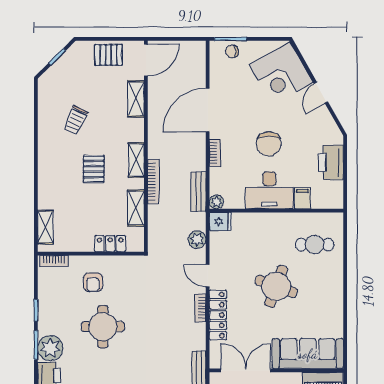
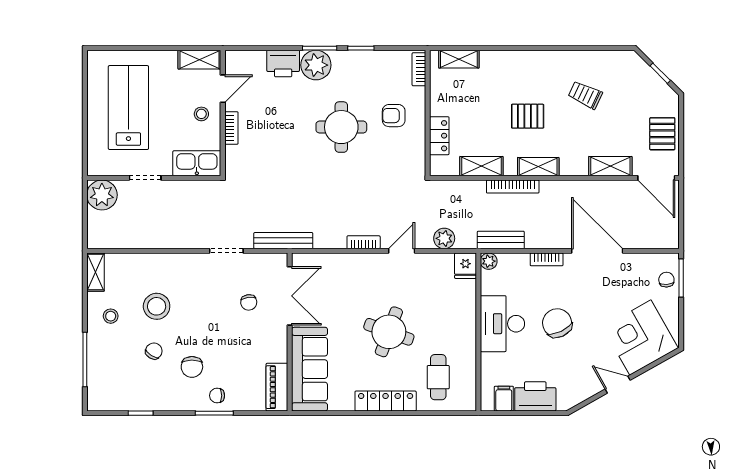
chair: (269, 144) -> (557, 323), turned 65
filing cabinet: (302, 198) -> (504, 399), moved, turned -90
locker: (218, 315) -> (386, 401), moved, turned 180

